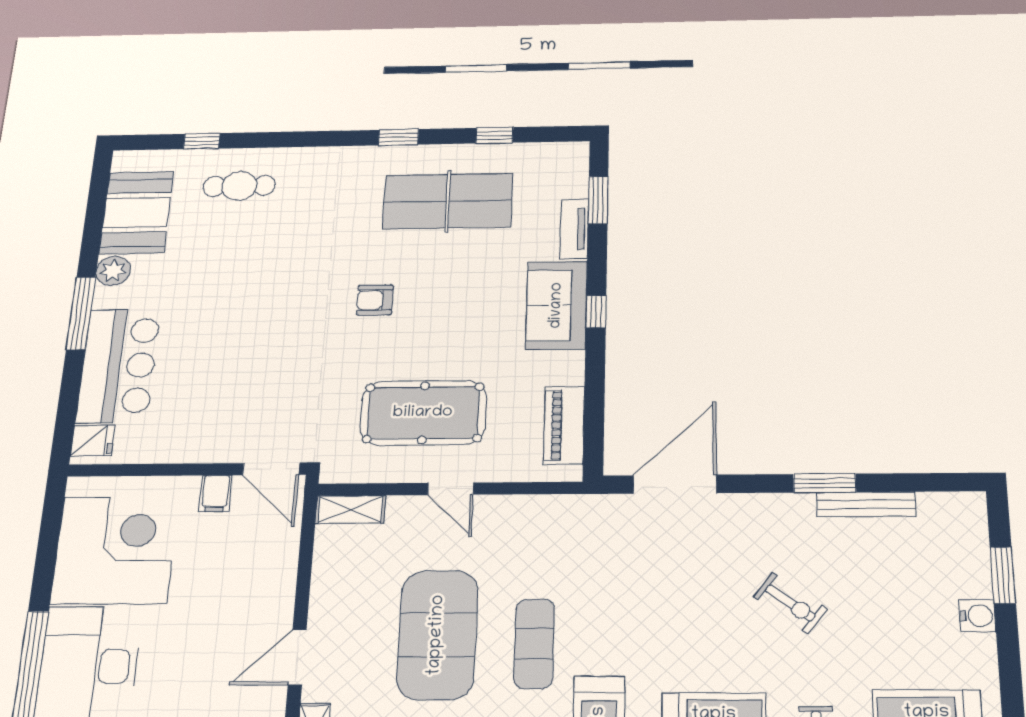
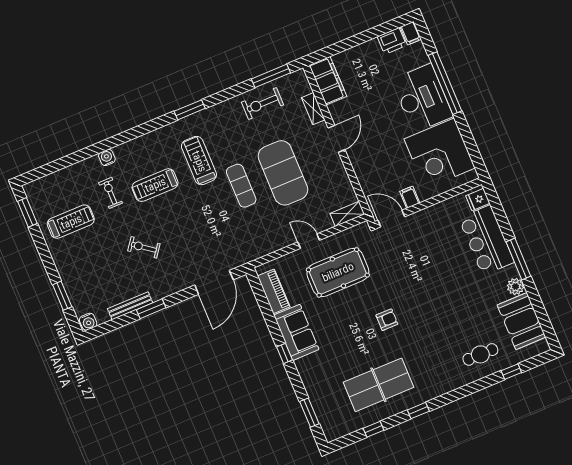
tv unit: (574, 229) -> (313, 393), removed
sofa: (557, 305) -> (296, 332), moved
water cooler: (977, 616) -> (88, 322), moved, turned -90

